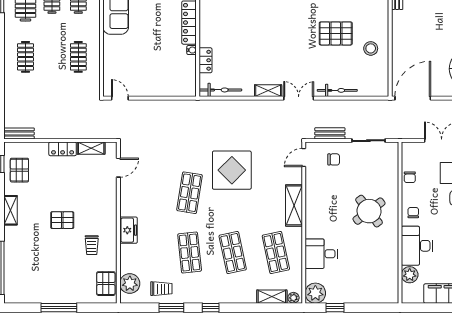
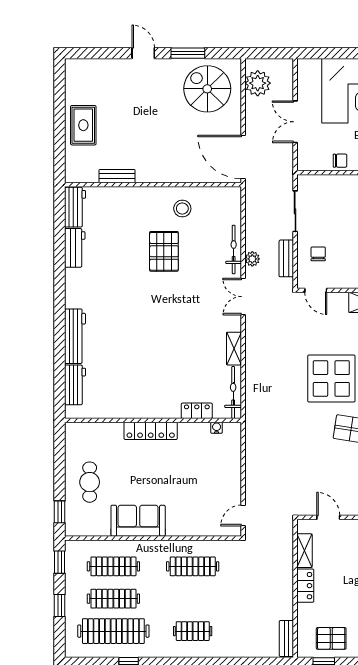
water cooler: (192, 50) -> (217, 428), moved
clothes rail: (78, 57) -> (193, 566), width x1.36
shelving: (268, 91) -> (234, 349), moved
plant: (330, 106) -> (252, 259), added

